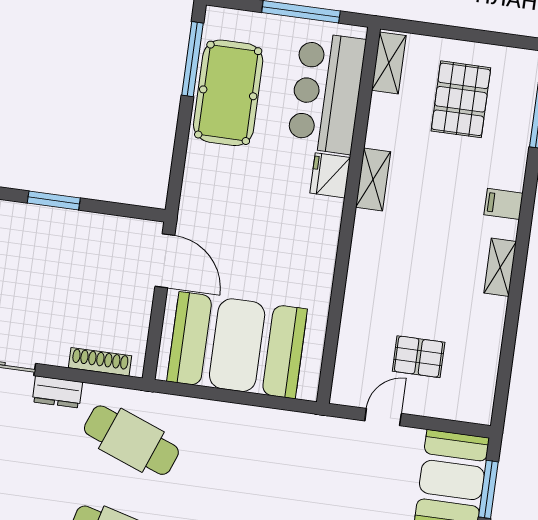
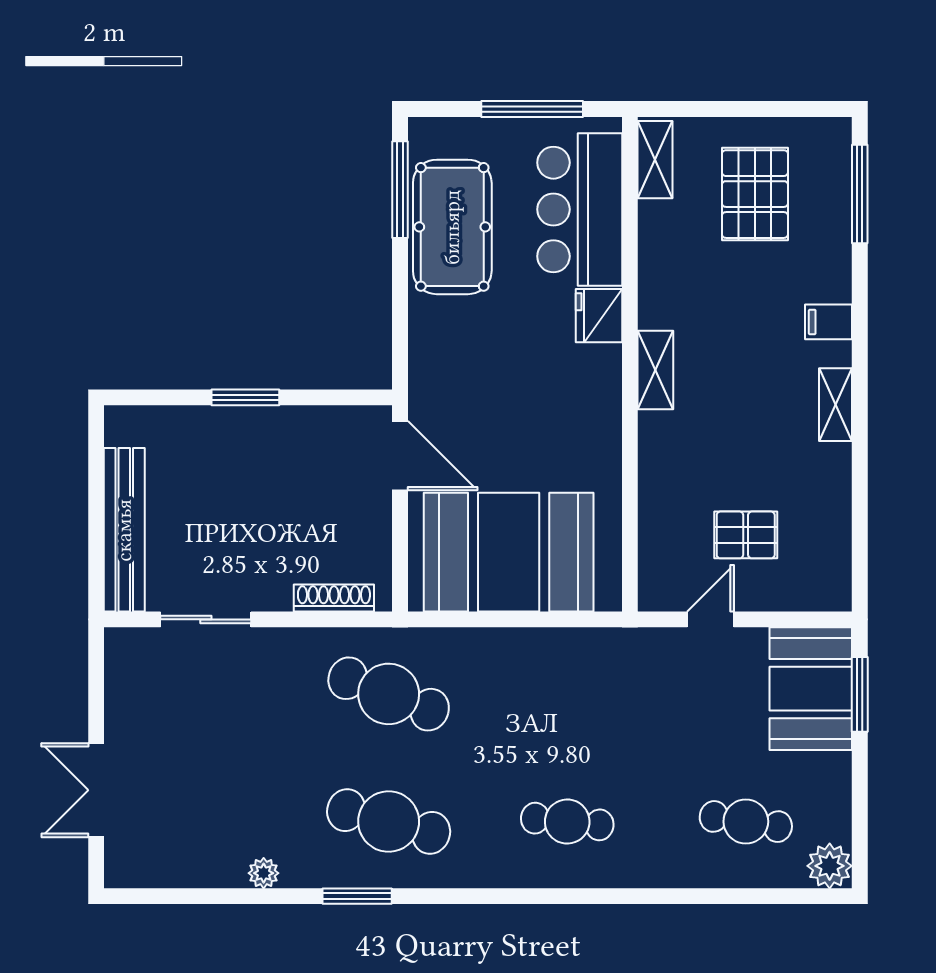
shelving: (373, 180) -> (655, 370), moved
dresser: (57, 392) -> (284, 645), removed

